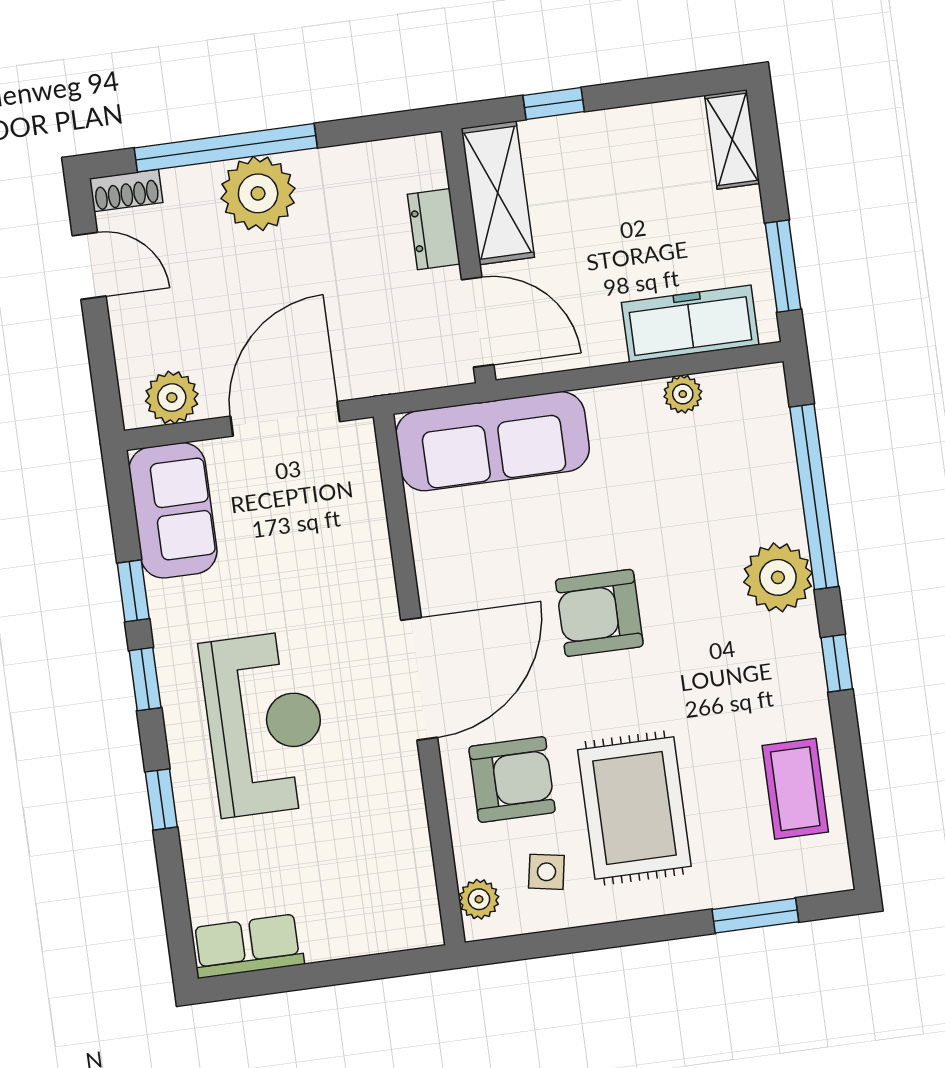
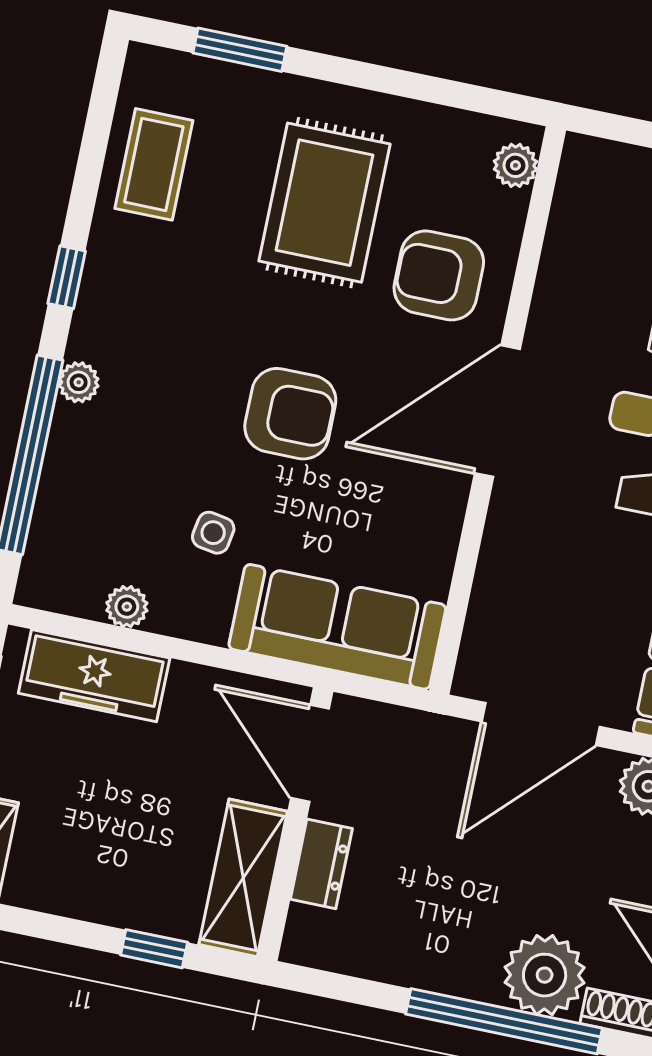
plant: (258, 193) -> (545, 975), moved
plant: (778, 577) -> (79, 382), width x0.53, depth x0.53
side table: (546, 872) -> (213, 533), moved

